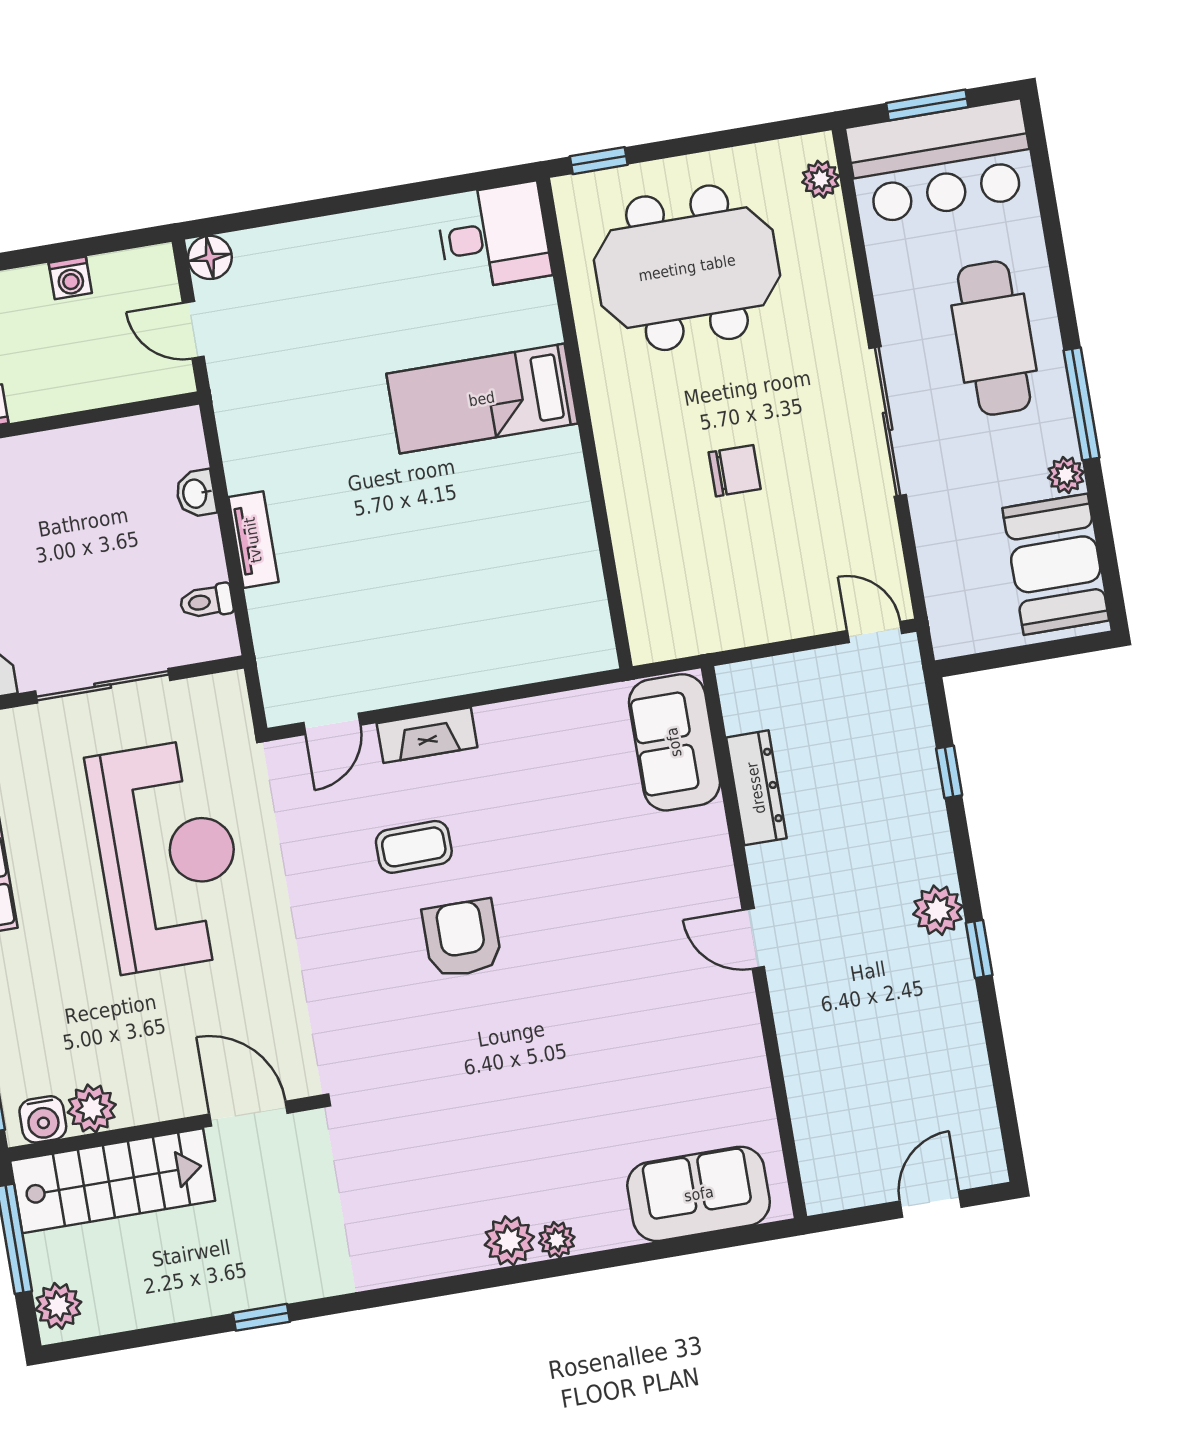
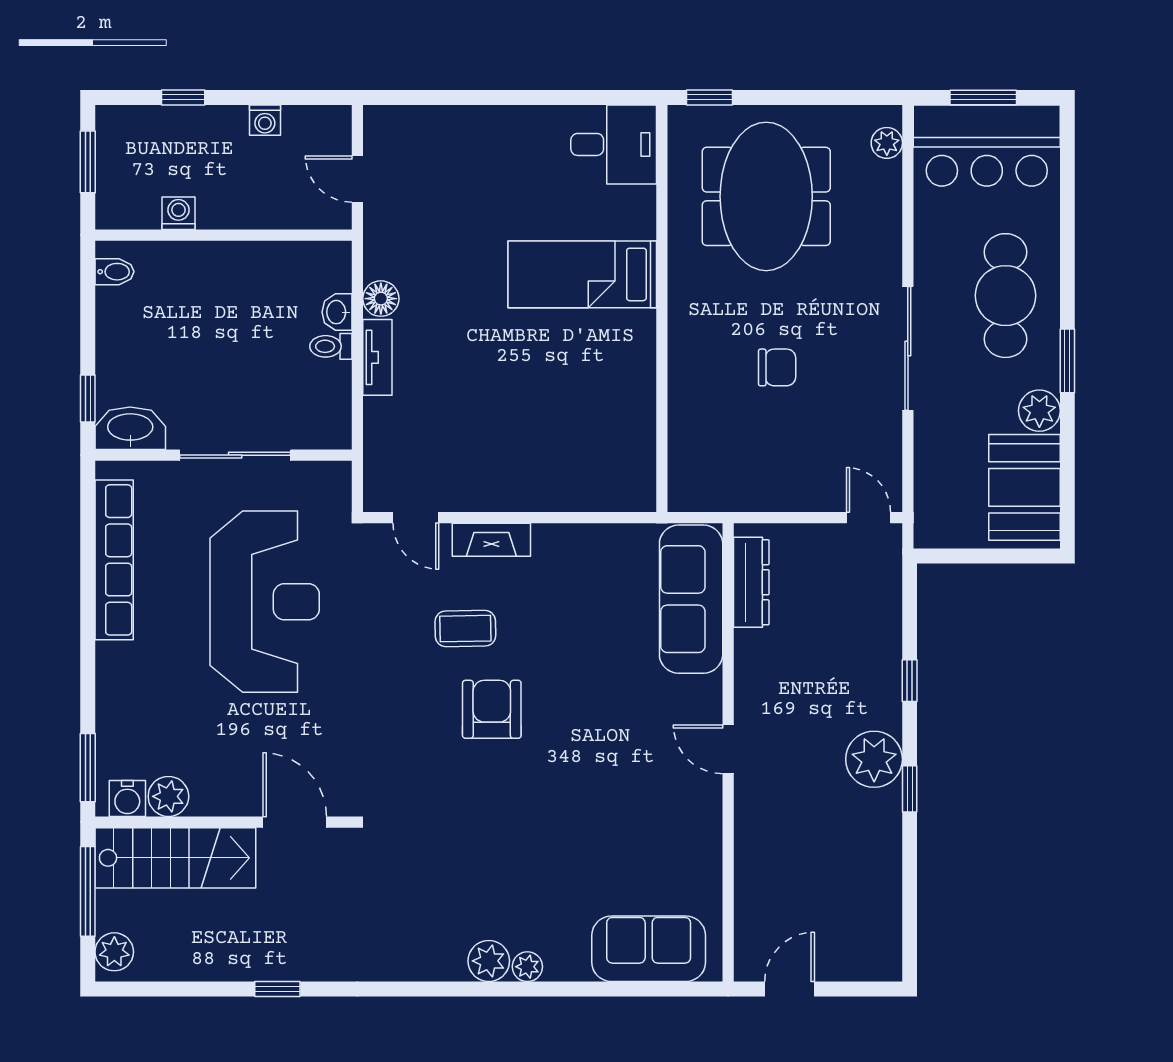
floor lamp: (210, 257) -> (381, 299), moved
meeting table: (687, 268) -> (766, 196), turned 90
window: (1082, 404) -> (1067, 361), width x0.69
plant: (1066, 475) -> (1039, 411), width x1.38, depth x1.38
toilet: (206, 601) -> (331, 346), moved
door: (332, 724) -> (416, 518), hinge flipped
sofa: (674, 742) -> (691, 599), width x1.36
window: (949, 772) -> (910, 681), moved
dresser: (756, 788) -> (751, 582), moved
plant: (938, 910) -> (874, 759), width x1.36, depth x1.36
door: (931, 1204) -> (790, 989), moved

